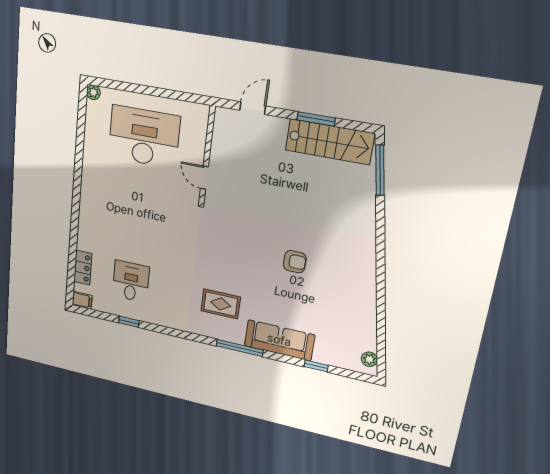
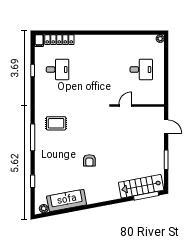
desk: (144, 137) -> (141, 69), width x0.53, depth x0.77
stairs: (330, 142) -> (141, 186), moved, turned 79
locker: (83, 268) -> (59, 40), width x1.53
rug: (221, 304) -> (56, 123), turned 90
sofa: (279, 340) -> (67, 200), moved, turned -101

